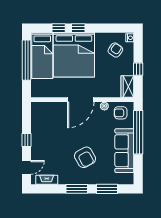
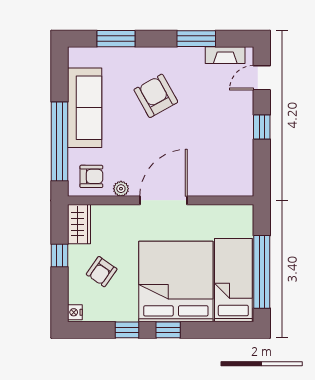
window: (59, 28) -> (127, 330), moved
armchair: (115, 50) -> (102, 272), moved
window: (77, 189) -> (196, 39), moved

